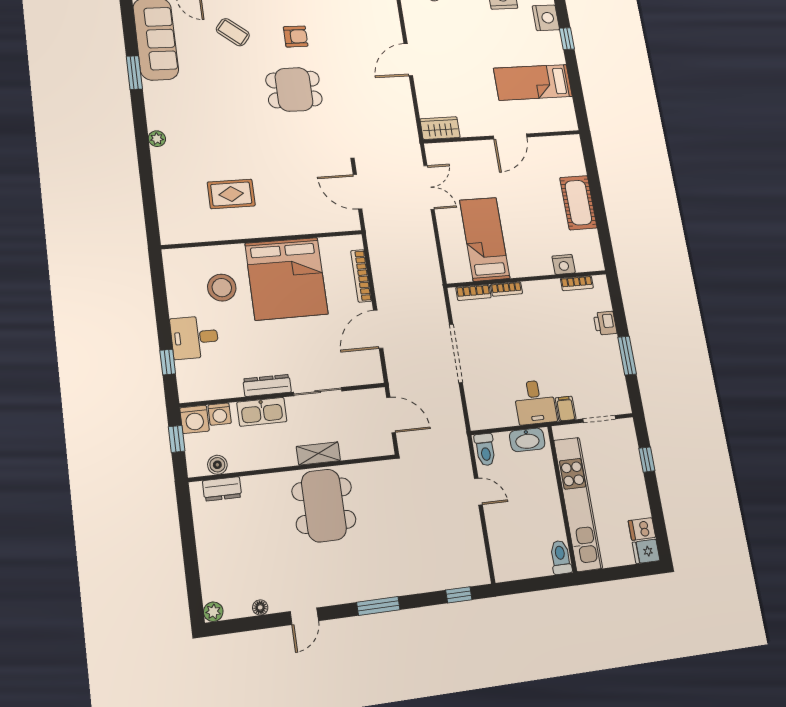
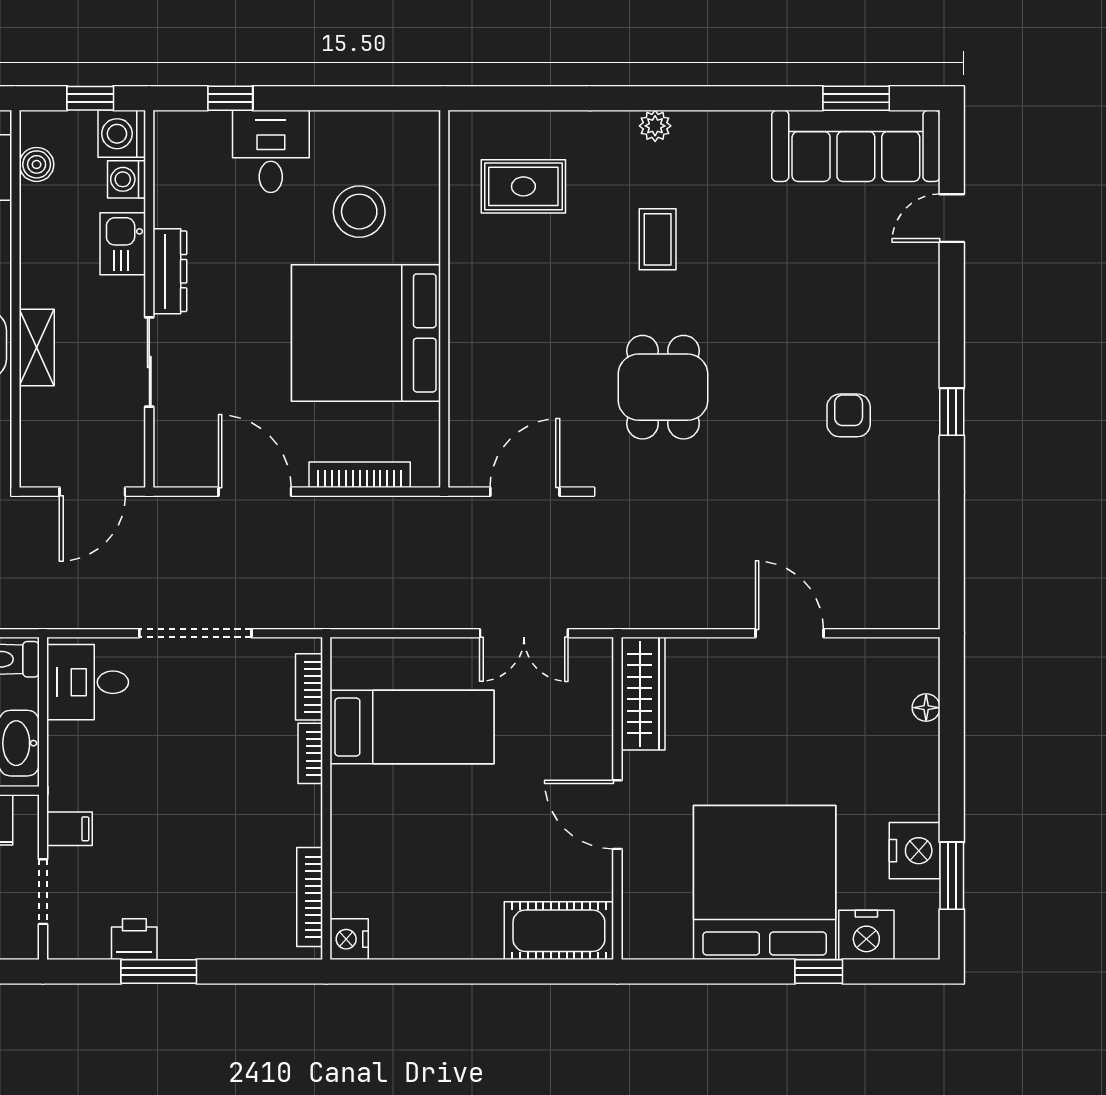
coffee table: (233, 32) -> (658, 239), moved, turned -39
armchair: (296, 36) -> (849, 415), turned 180
window: (134, 73) -> (856, 98), moved
bed: (533, 82) -> (765, 883), width x2.04
dining table: (294, 89) -> (663, 387), moved
wardrobe: (440, 128) -> (643, 694), width x1.50
rug: (231, 194) -> (523, 186), moved, turned 90
cot: (578, 203) -> (559, 931), moved
nightstand: (564, 264) -> (349, 939), moved
bookcase: (577, 283) -> (310, 897), width x1.56
printer: (605, 323) -> (134, 939), moved
desk: (535, 402) -> (88, 682), moved
kitchen sink: (262, 412) -> (123, 244), width x0.73

